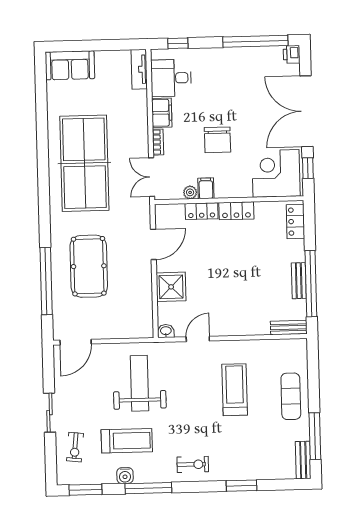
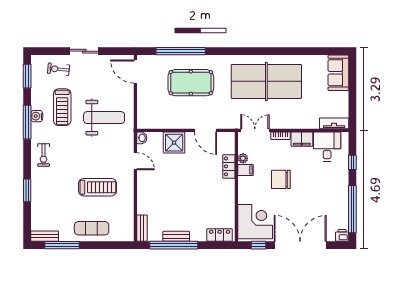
window: (178, 43) -> (352, 162), moved
locker: (236, 211) -> (229, 192), removed
water cooler: (125, 476) -> (37, 116), moved

